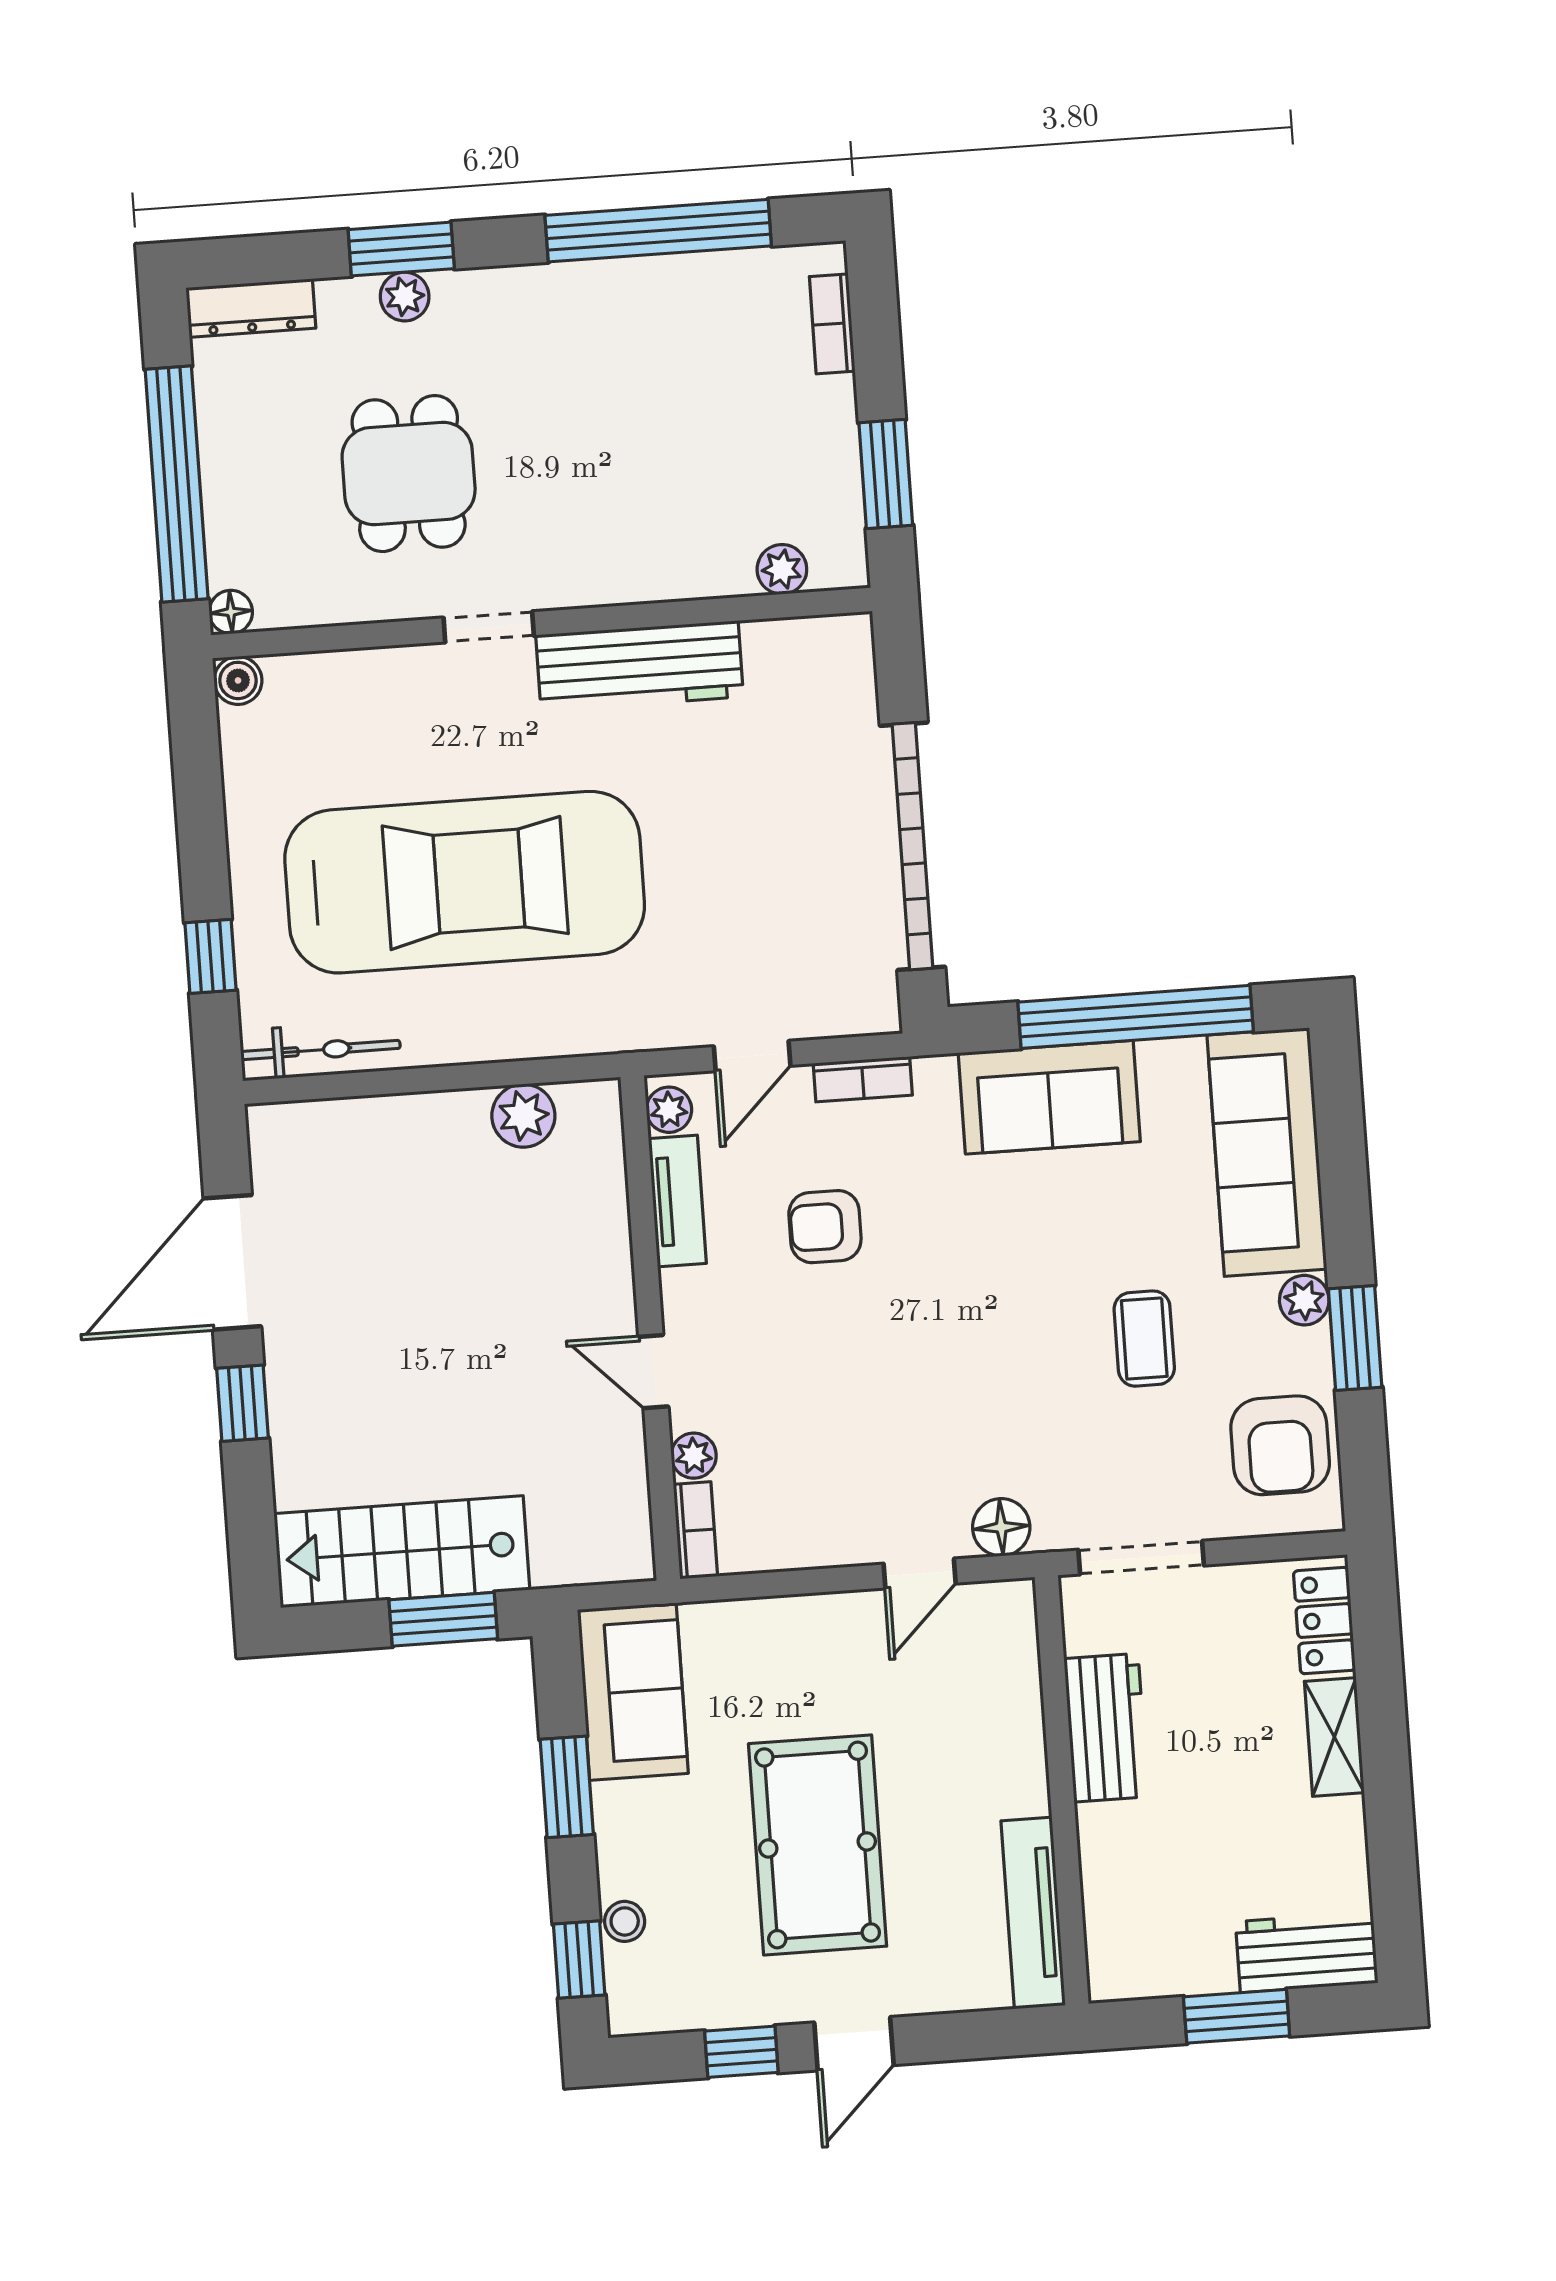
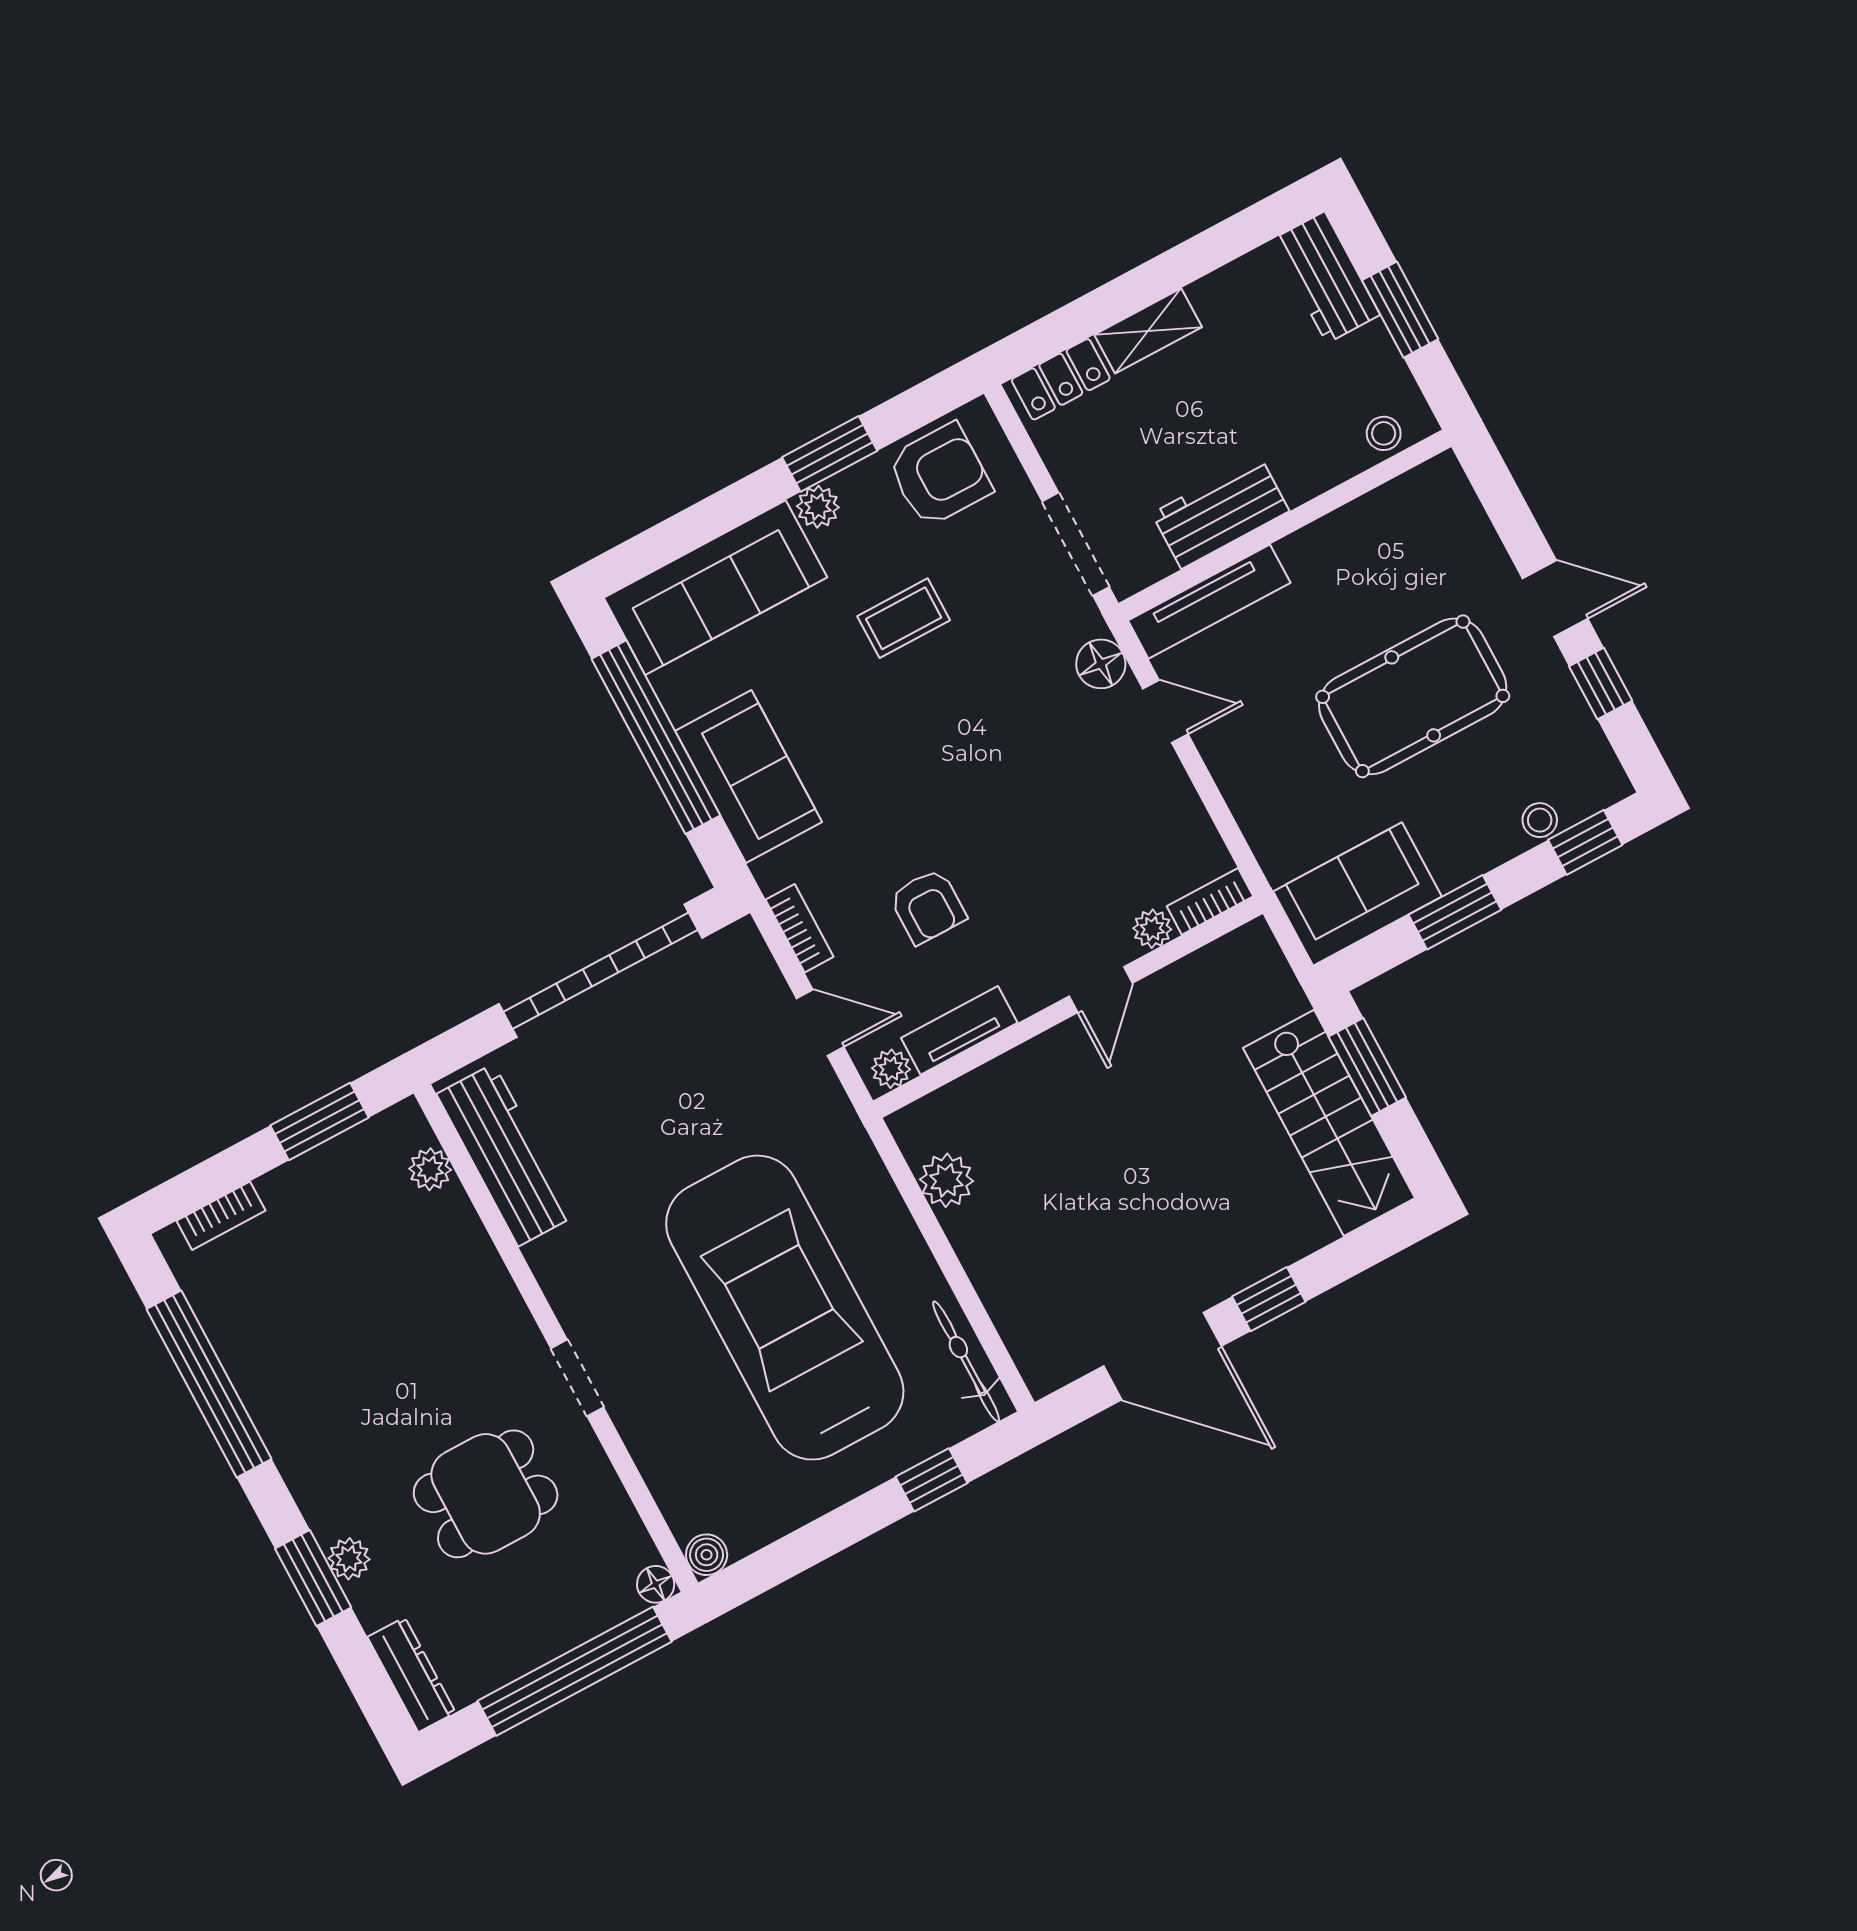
workbench: (640, 666) -> (506, 1155), moved
tv unit: (1033, 1913) -> (1209, 602), moved
stool: (1112, 1940) -> (1384, 433), added

